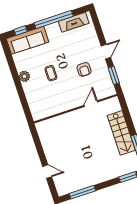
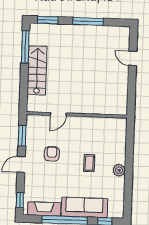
window: (96, 22) -> (20, 200), added
sofa: (27, 40) -> (84, 207), moved
window: (82, 192) -> (88, 21), moved

